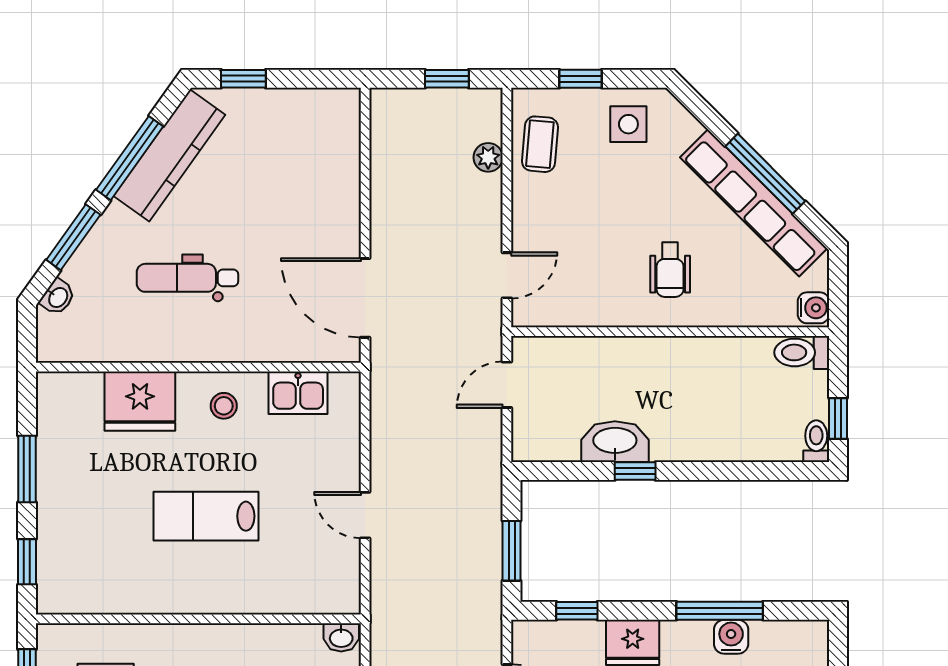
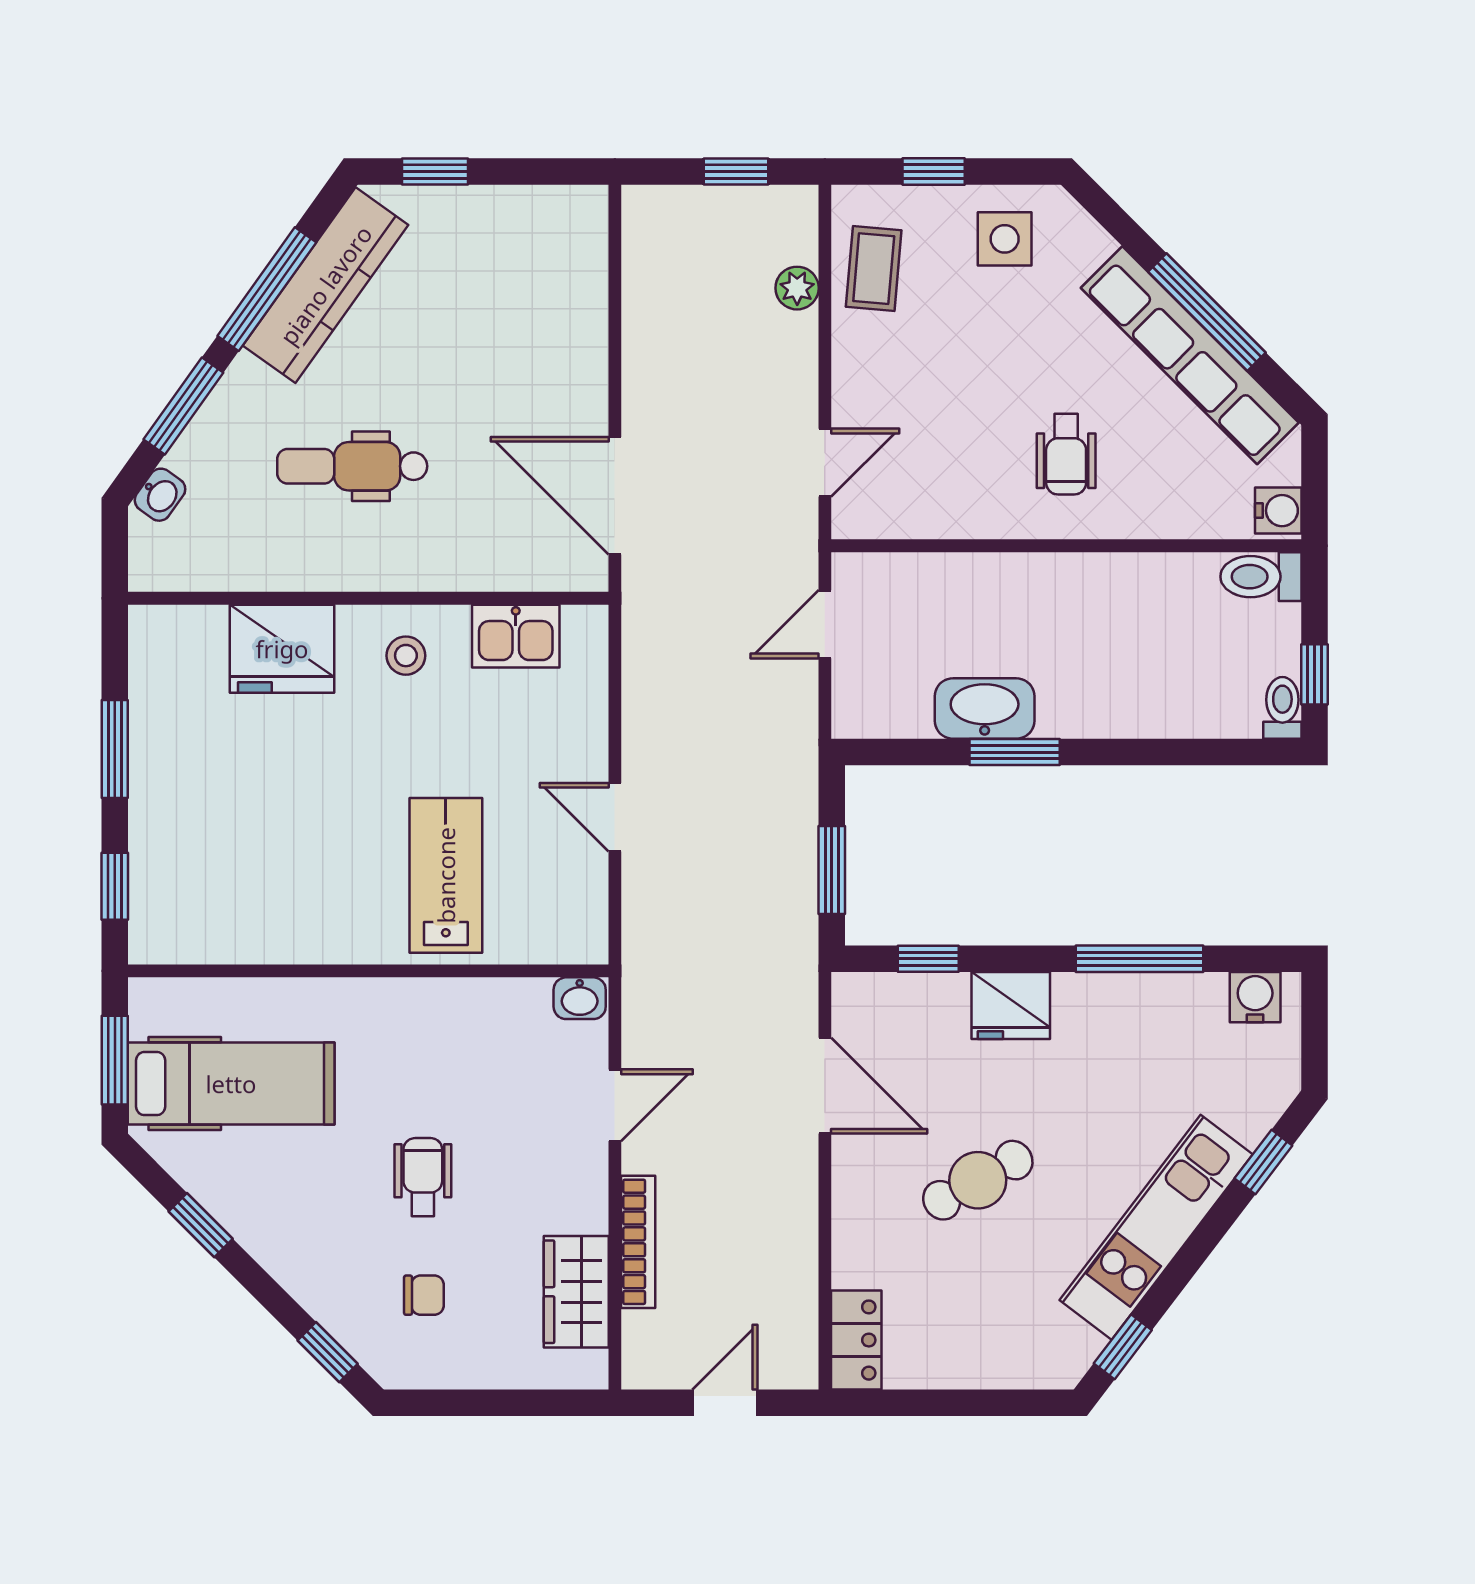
window: (635, 471) -> (1015, 752), width x1.50
lab bench: (206, 516) -> (446, 875), moved, turned 90
water cooler: (731, 637) -> (1255, 997), moved

